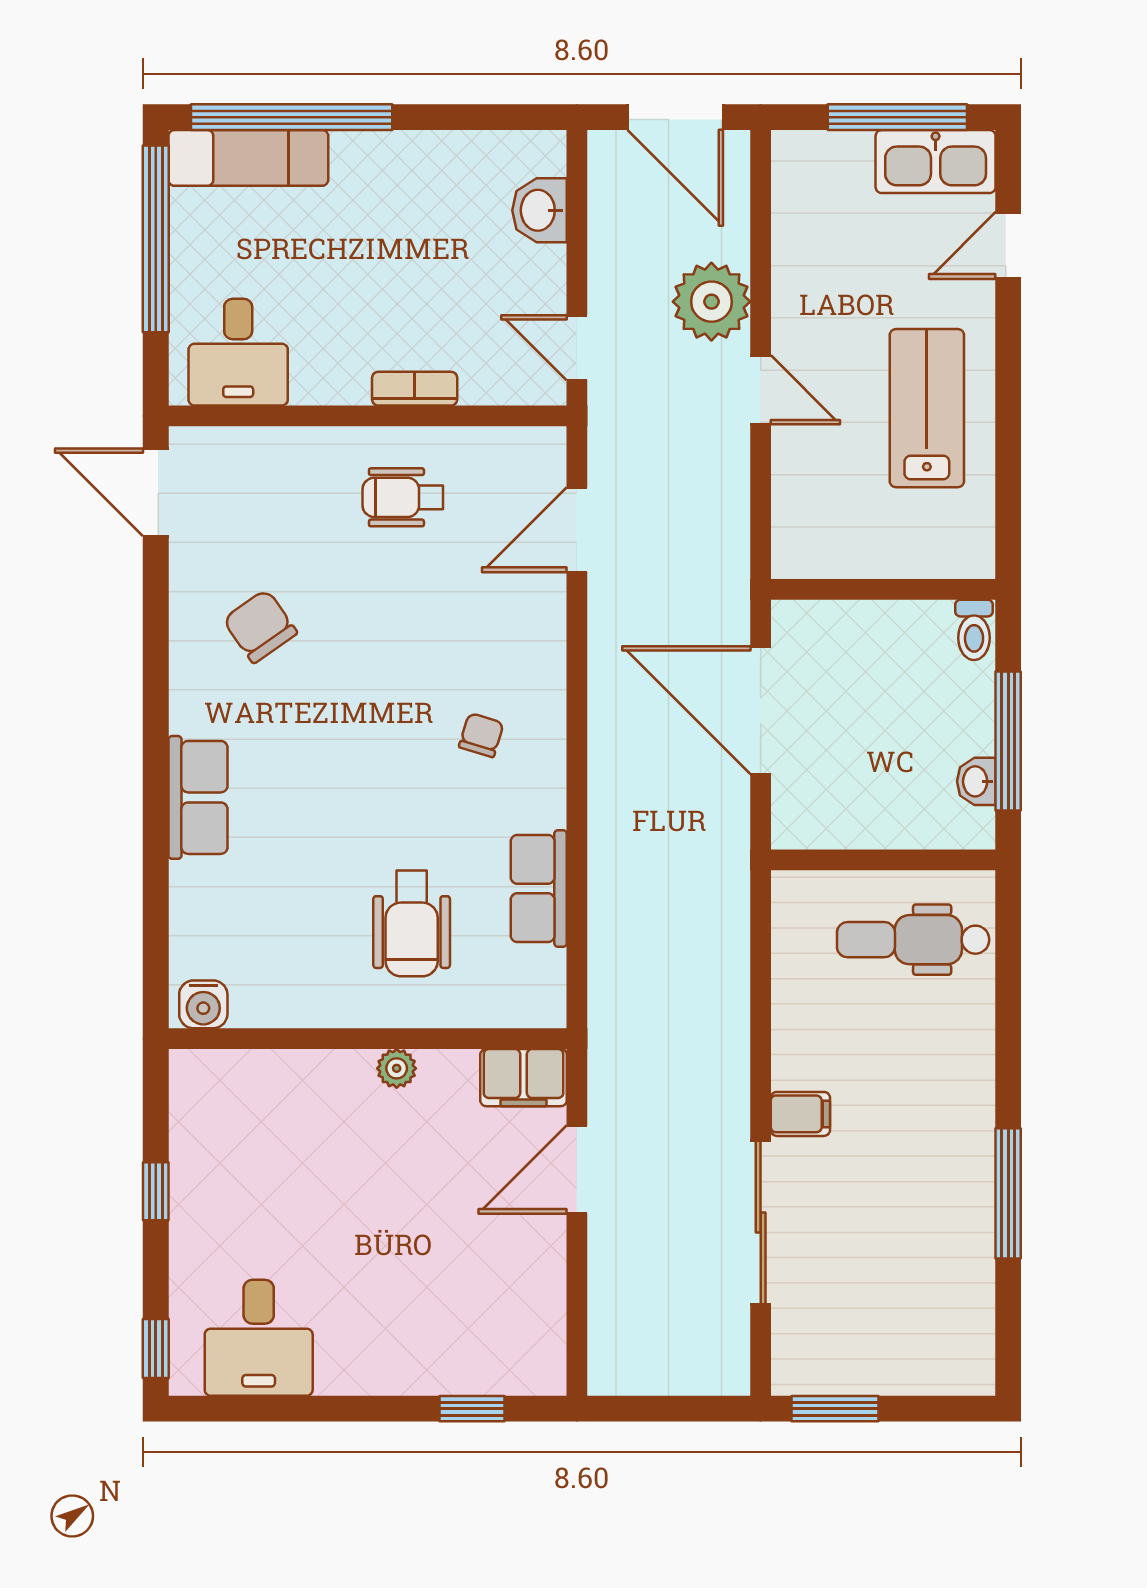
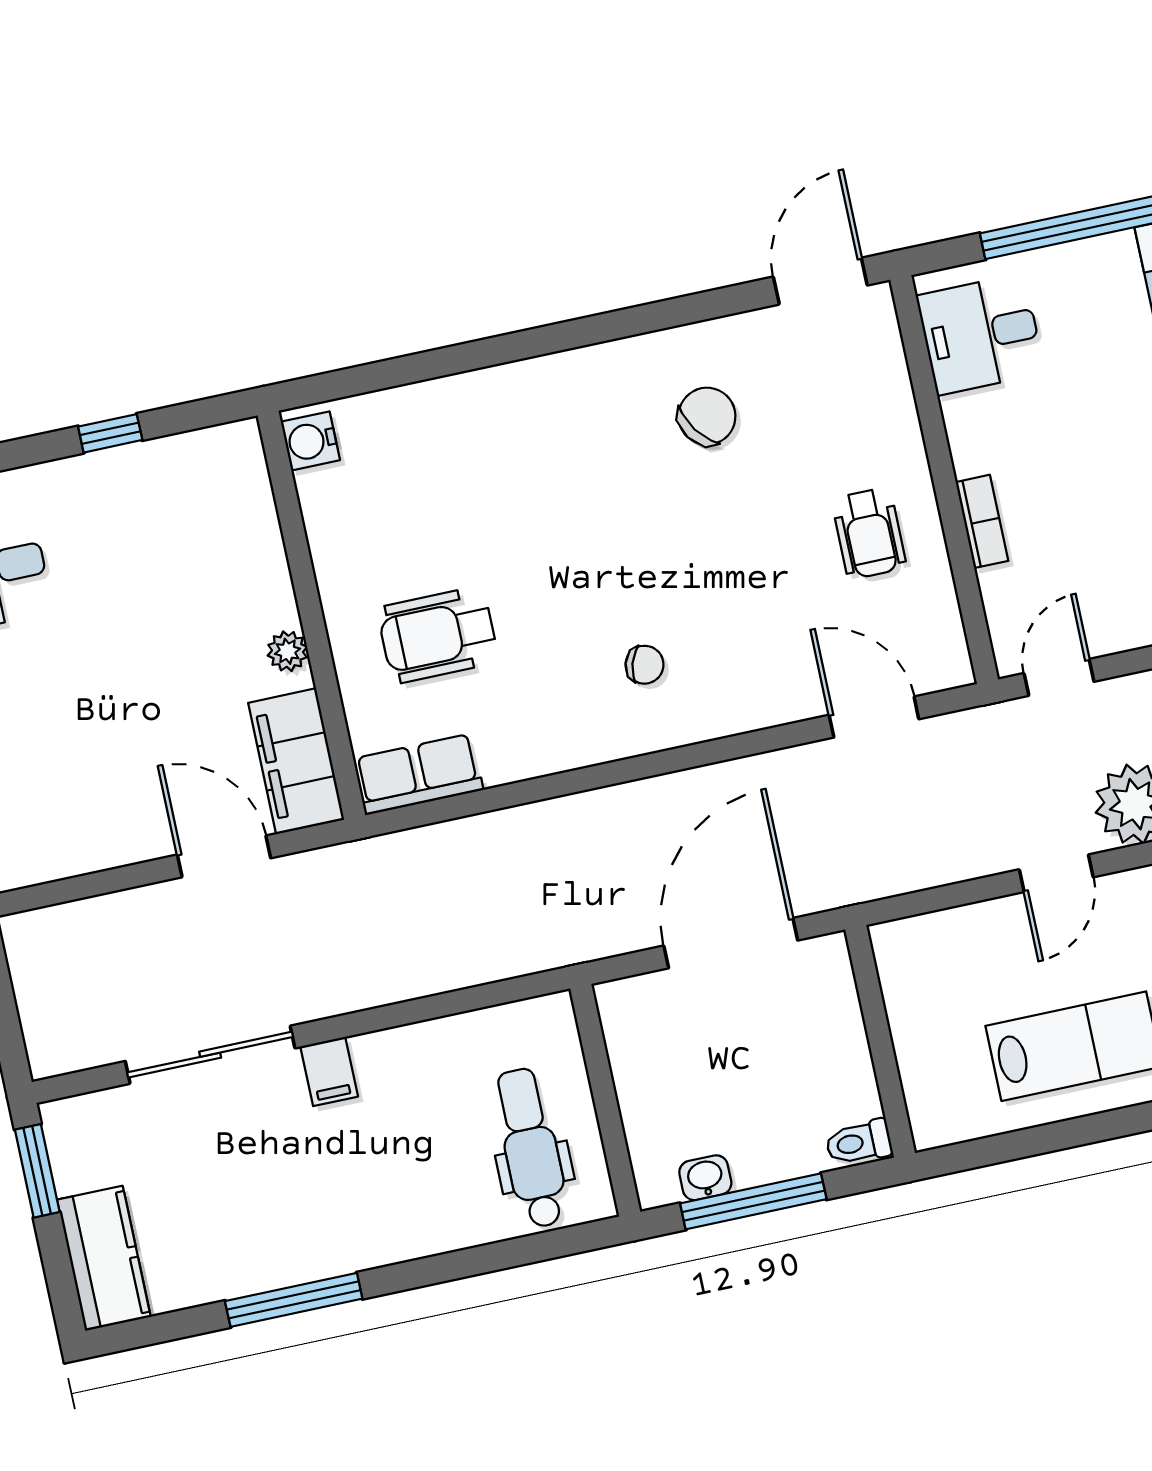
wheelchair: (403, 497) -> (869, 533), turned 180
row of seats: (198, 797) -> (519, 390), removed
row of seats: (539, 889) -> (418, 774), moved
filing cabinet: (524, 1078) -> (296, 761), width x1.50, depth x1.17
kitchen counter: (931, 1364) -> (104, 1258), added

